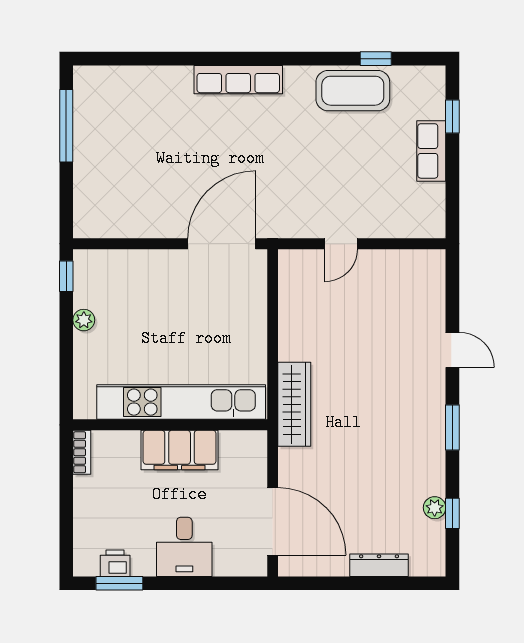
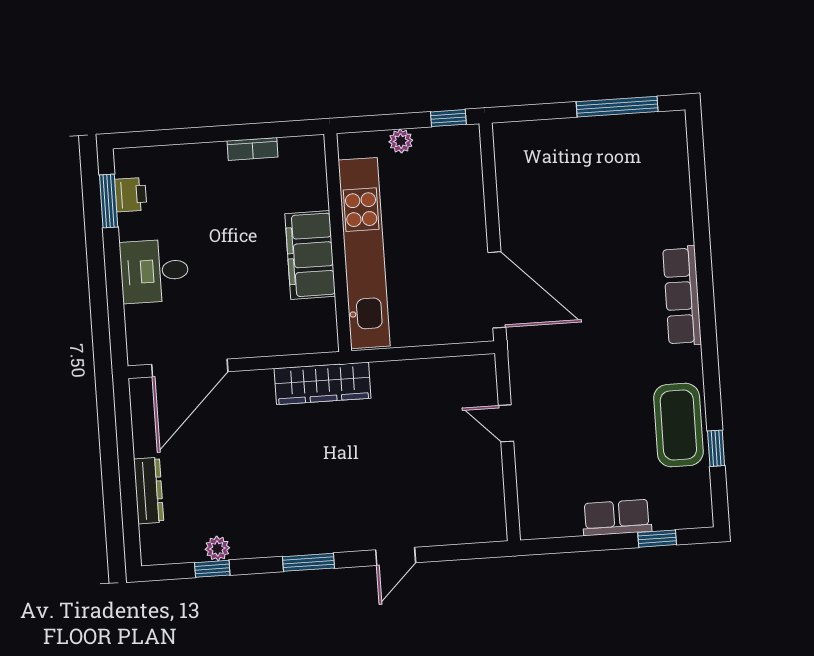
kitchen unit: (181, 402) -> (364, 253), moved
wall: (170, 425) -> (338, 243), moved
filing cabinet: (180, 450) -> (310, 255), moved

